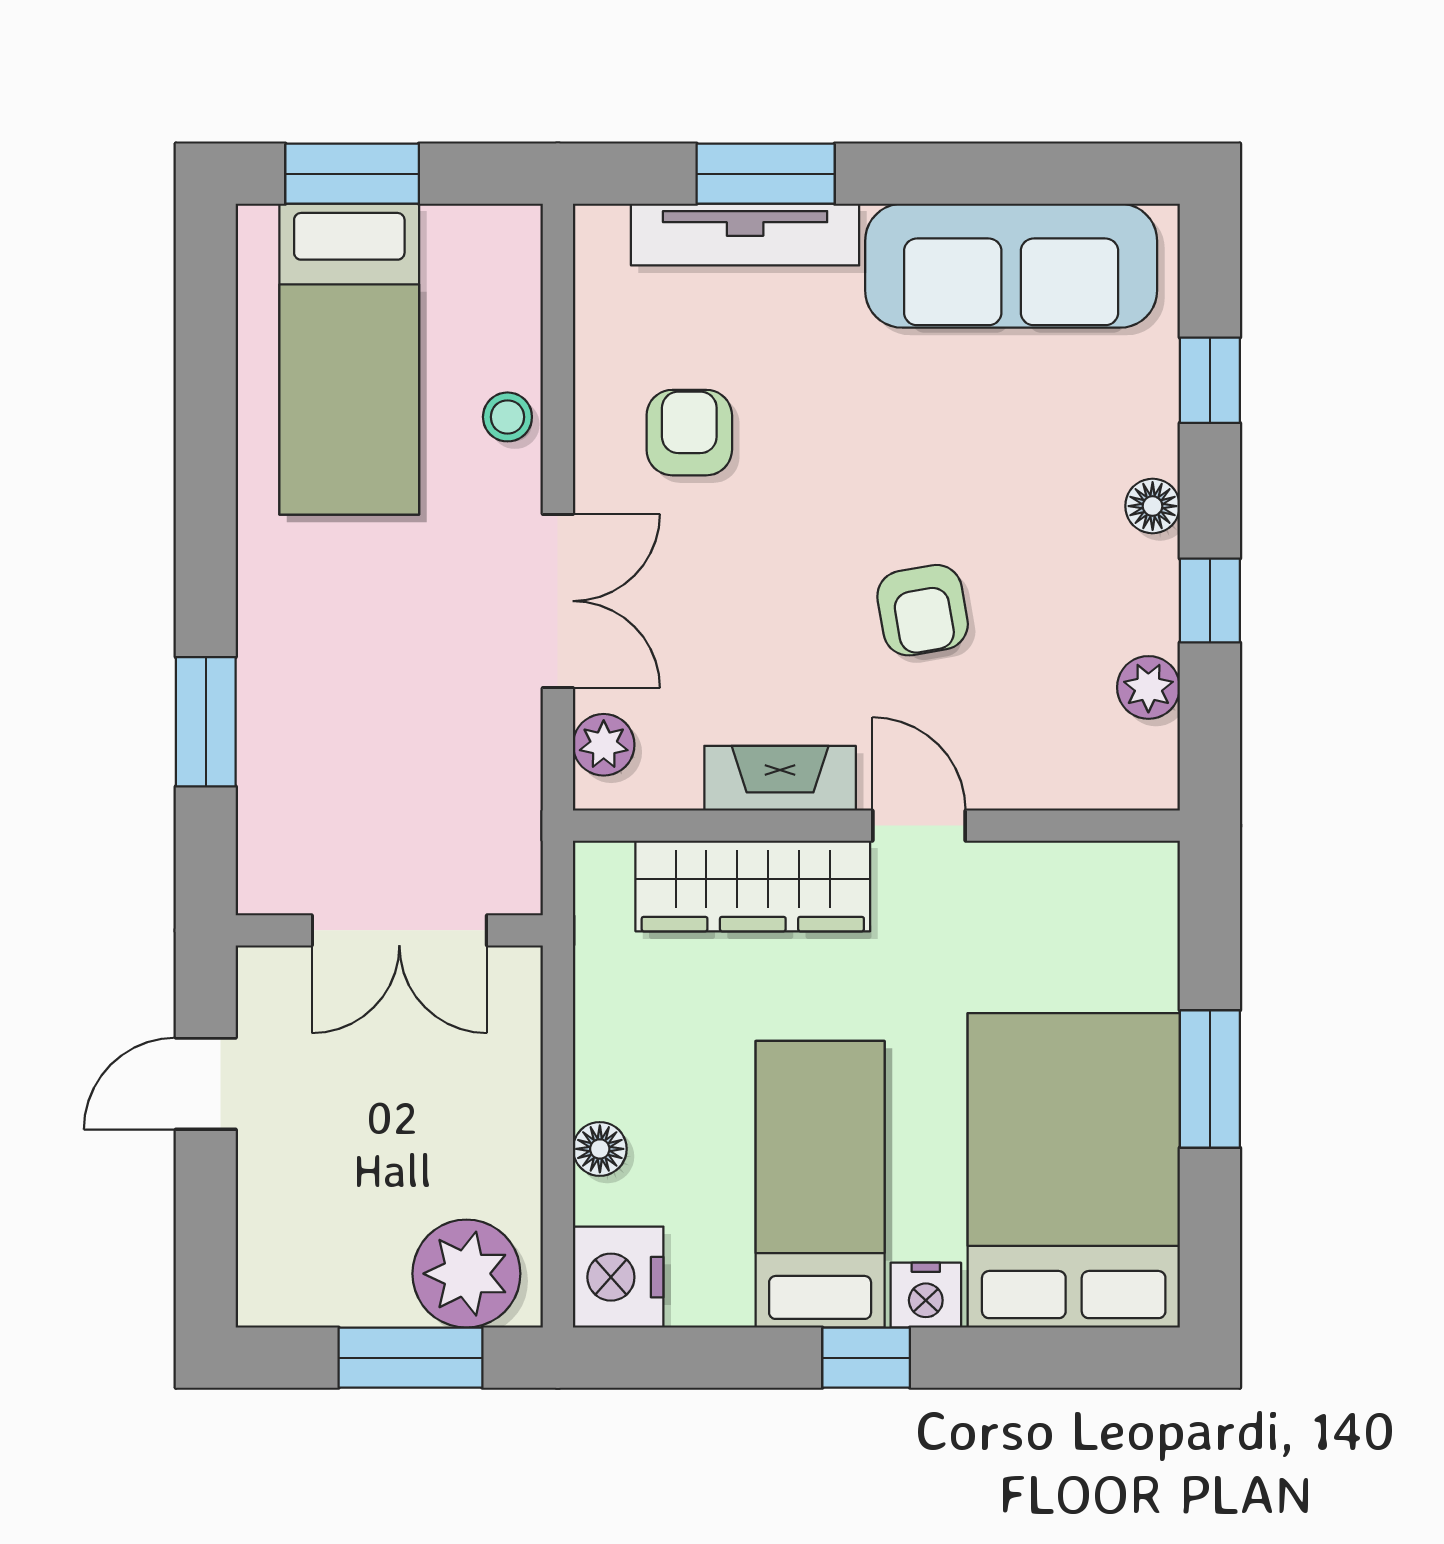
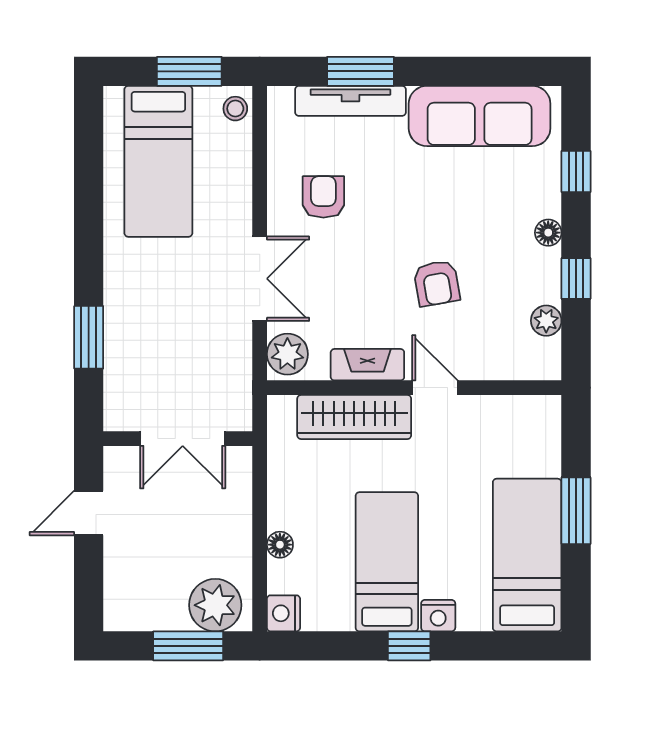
window: (352, 174) -> (189, 71), moved
stool: (507, 417) -> (235, 109), moved
plant: (604, 745) -> (287, 354), width x1.38, depth x1.38
bed: (1074, 1170) -> (527, 555), width x0.67
nightstand: (618, 1277) -> (283, 613), width x0.74, depth x0.75

